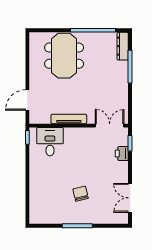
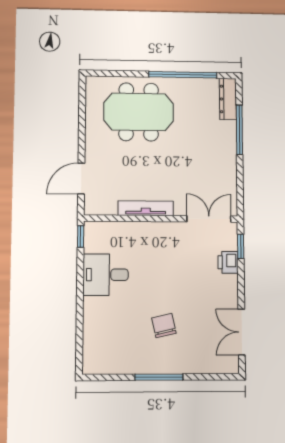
meeting table: (64, 56) -> (139, 112), turned 90
desk: (50, 142) -> (106, 275), moved, turned -90

